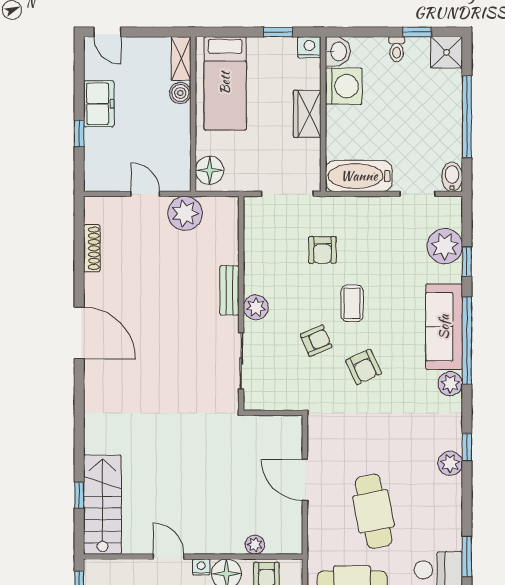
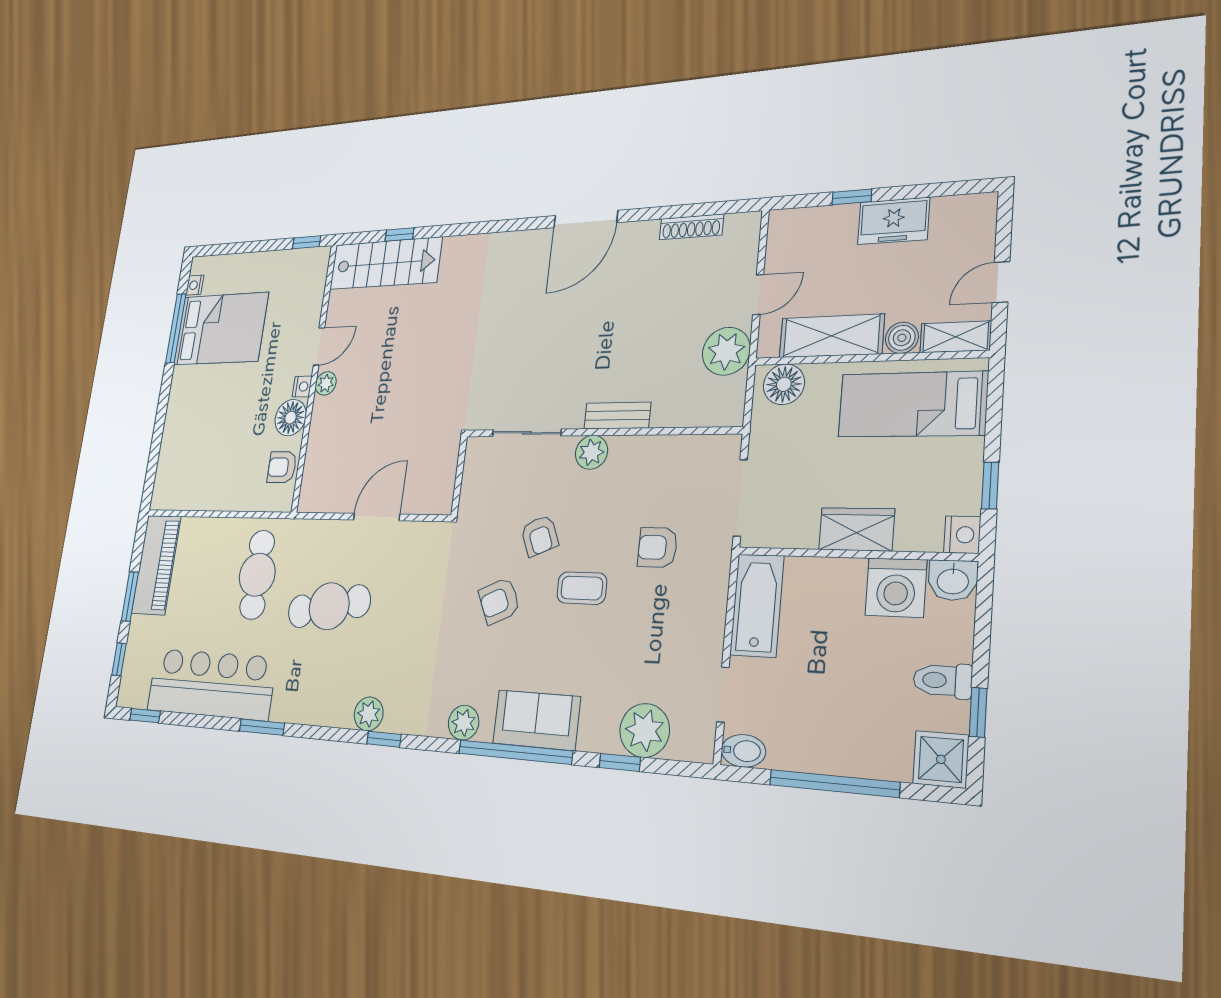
door: (107, 32) -> (1001, 282), moved
toilet: (397, 49) -> (943, 680), width x1.37, depth x1.39
shelving: (177, 140) -> (831, 336), added
sofa: (444, 327) -> (536, 720), width x0.73
plant: (255, 545) -> (326, 383), moved

